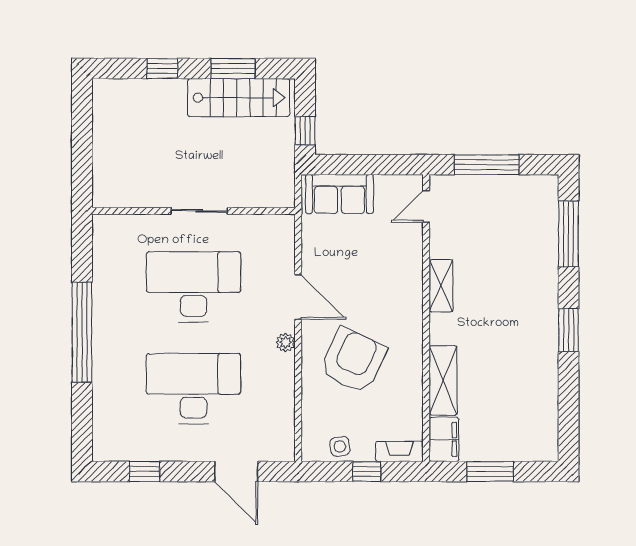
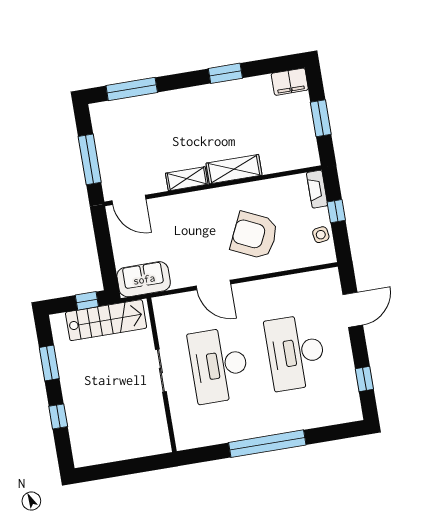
stairs: (239, 98) -> (106, 320), moved, turned 90
sofa: (339, 194) -> (144, 279), moved, turned -90
door: (426, 206) -> (129, 200), width x1.38
door: (298, 297) -> (213, 285), swing flipped
window: (569, 330) -> (225, 73), moved
plant: (286, 342) -> (249, 289), removed
shelving: (443, 380) -> (234, 169), moved
filing cabinet: (444, 439) -> (290, 82), moved, turned 180

